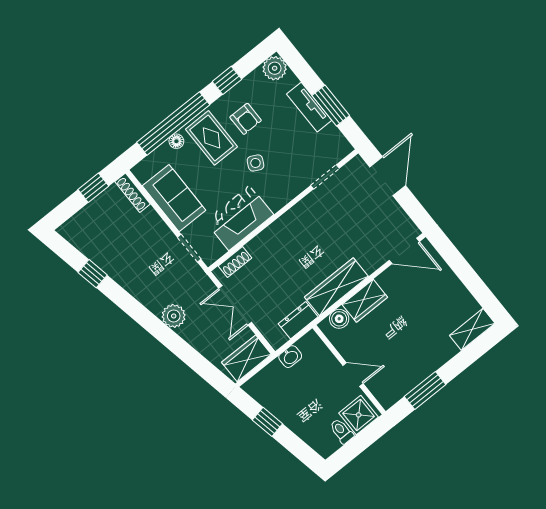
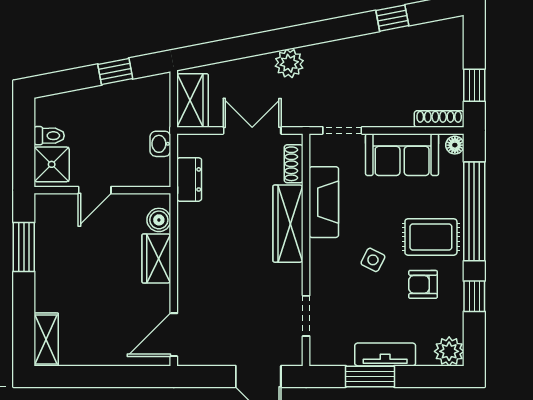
floor lamp: (176, 141) -> (455, 145), moved
wardrobe: (336, 287) -> (288, 224), moved, turned 180

